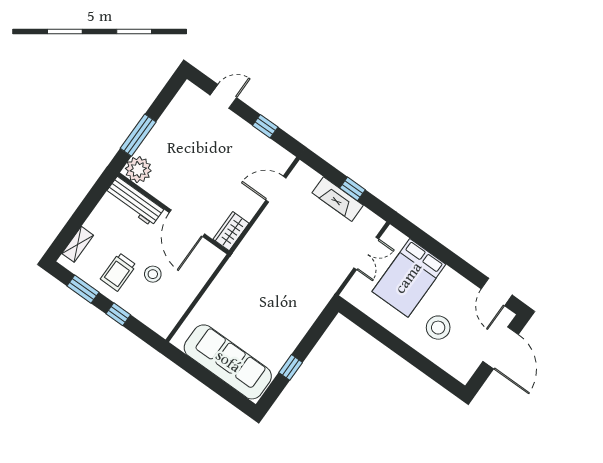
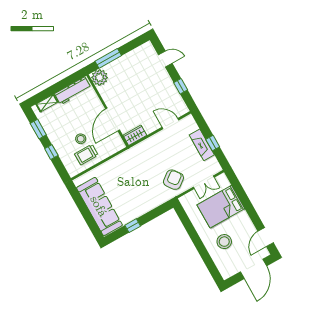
workbench: (134, 201) -> (73, 91), moved, turned -90
armchair: (319, 270) -> (173, 180), added
trolley: (118, 272) -> (86, 154), moved

